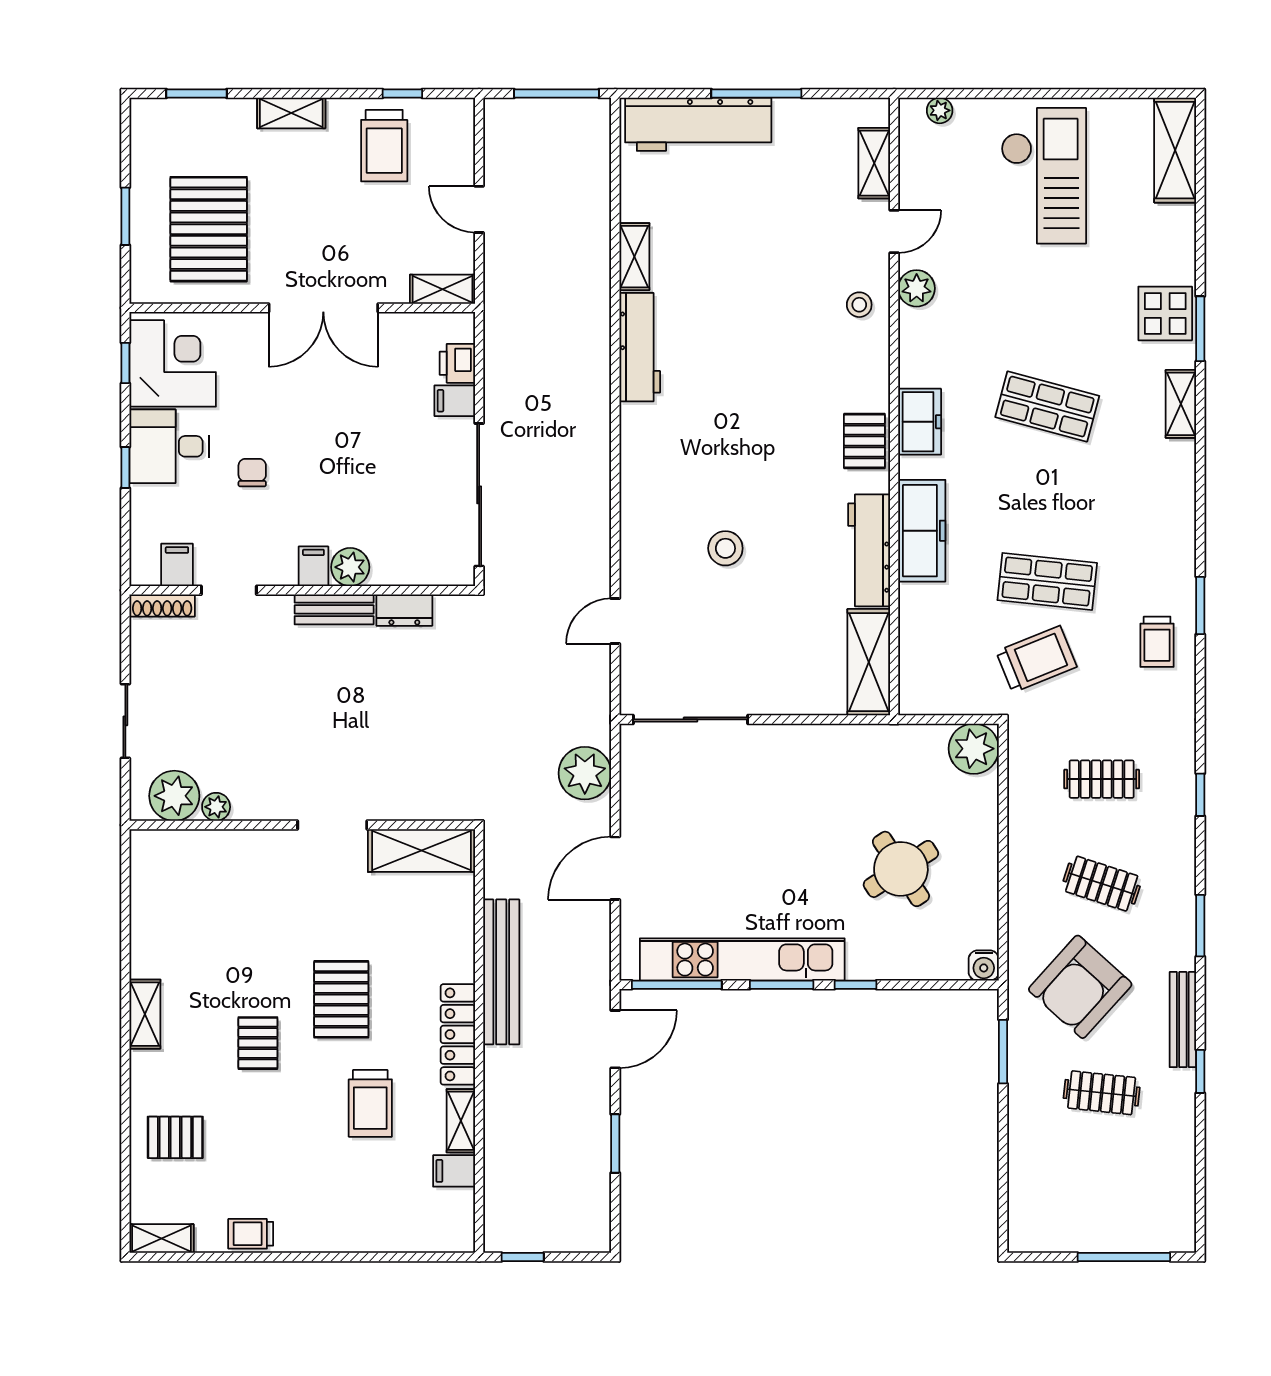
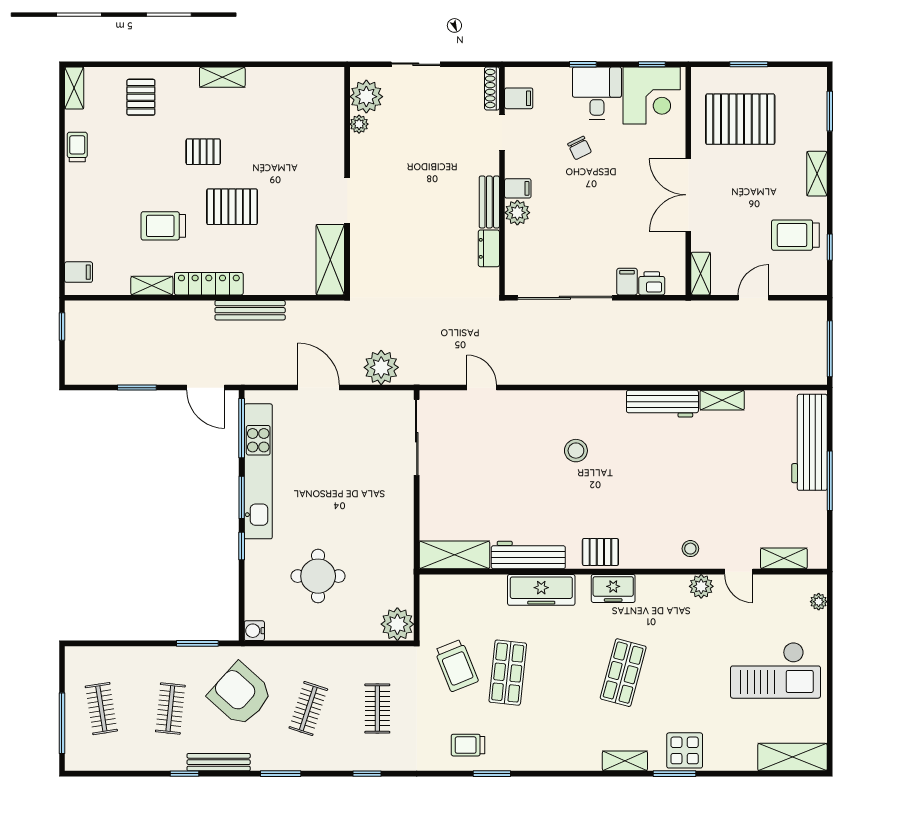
chair: (252, 473) -> (580, 148), turned 64
stool: (725, 548) -> (576, 451), moved
round table: (901, 869) -> (318, 576), turned 33
bench: (501, 972) -> (250, 310), width x0.73, depth x0.82
filing cabinet: (454, 1171) -> (79, 272), moved, turned 90
clothes rail: (1102, 1197) -> (101, 709), added

